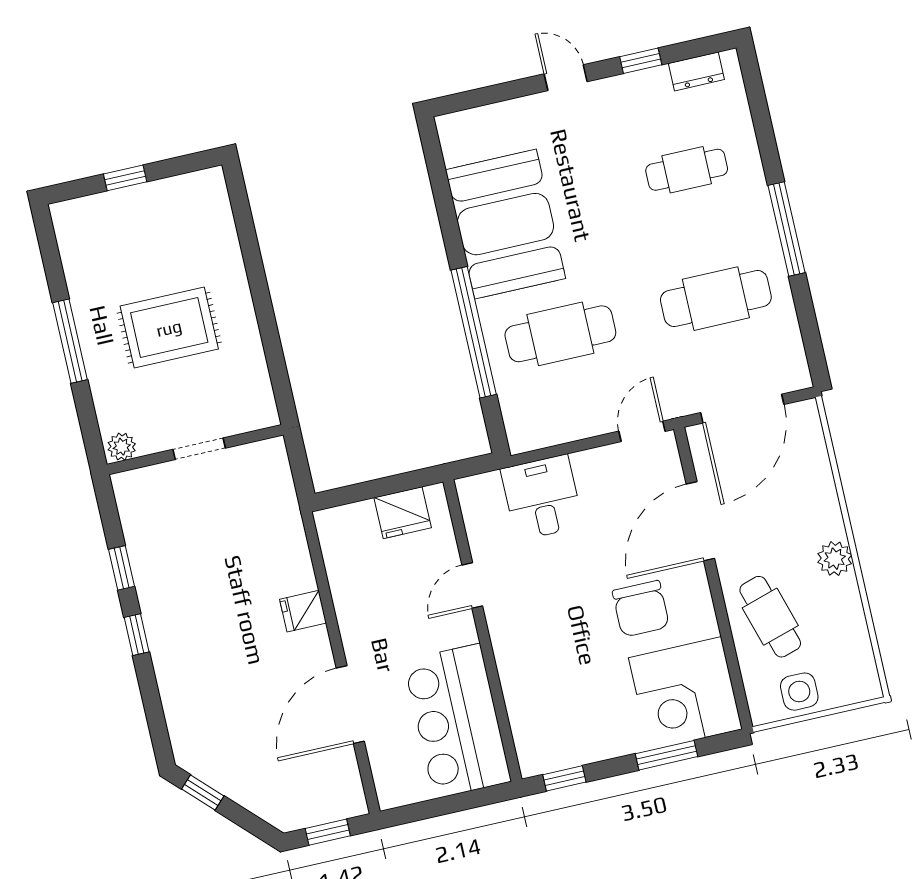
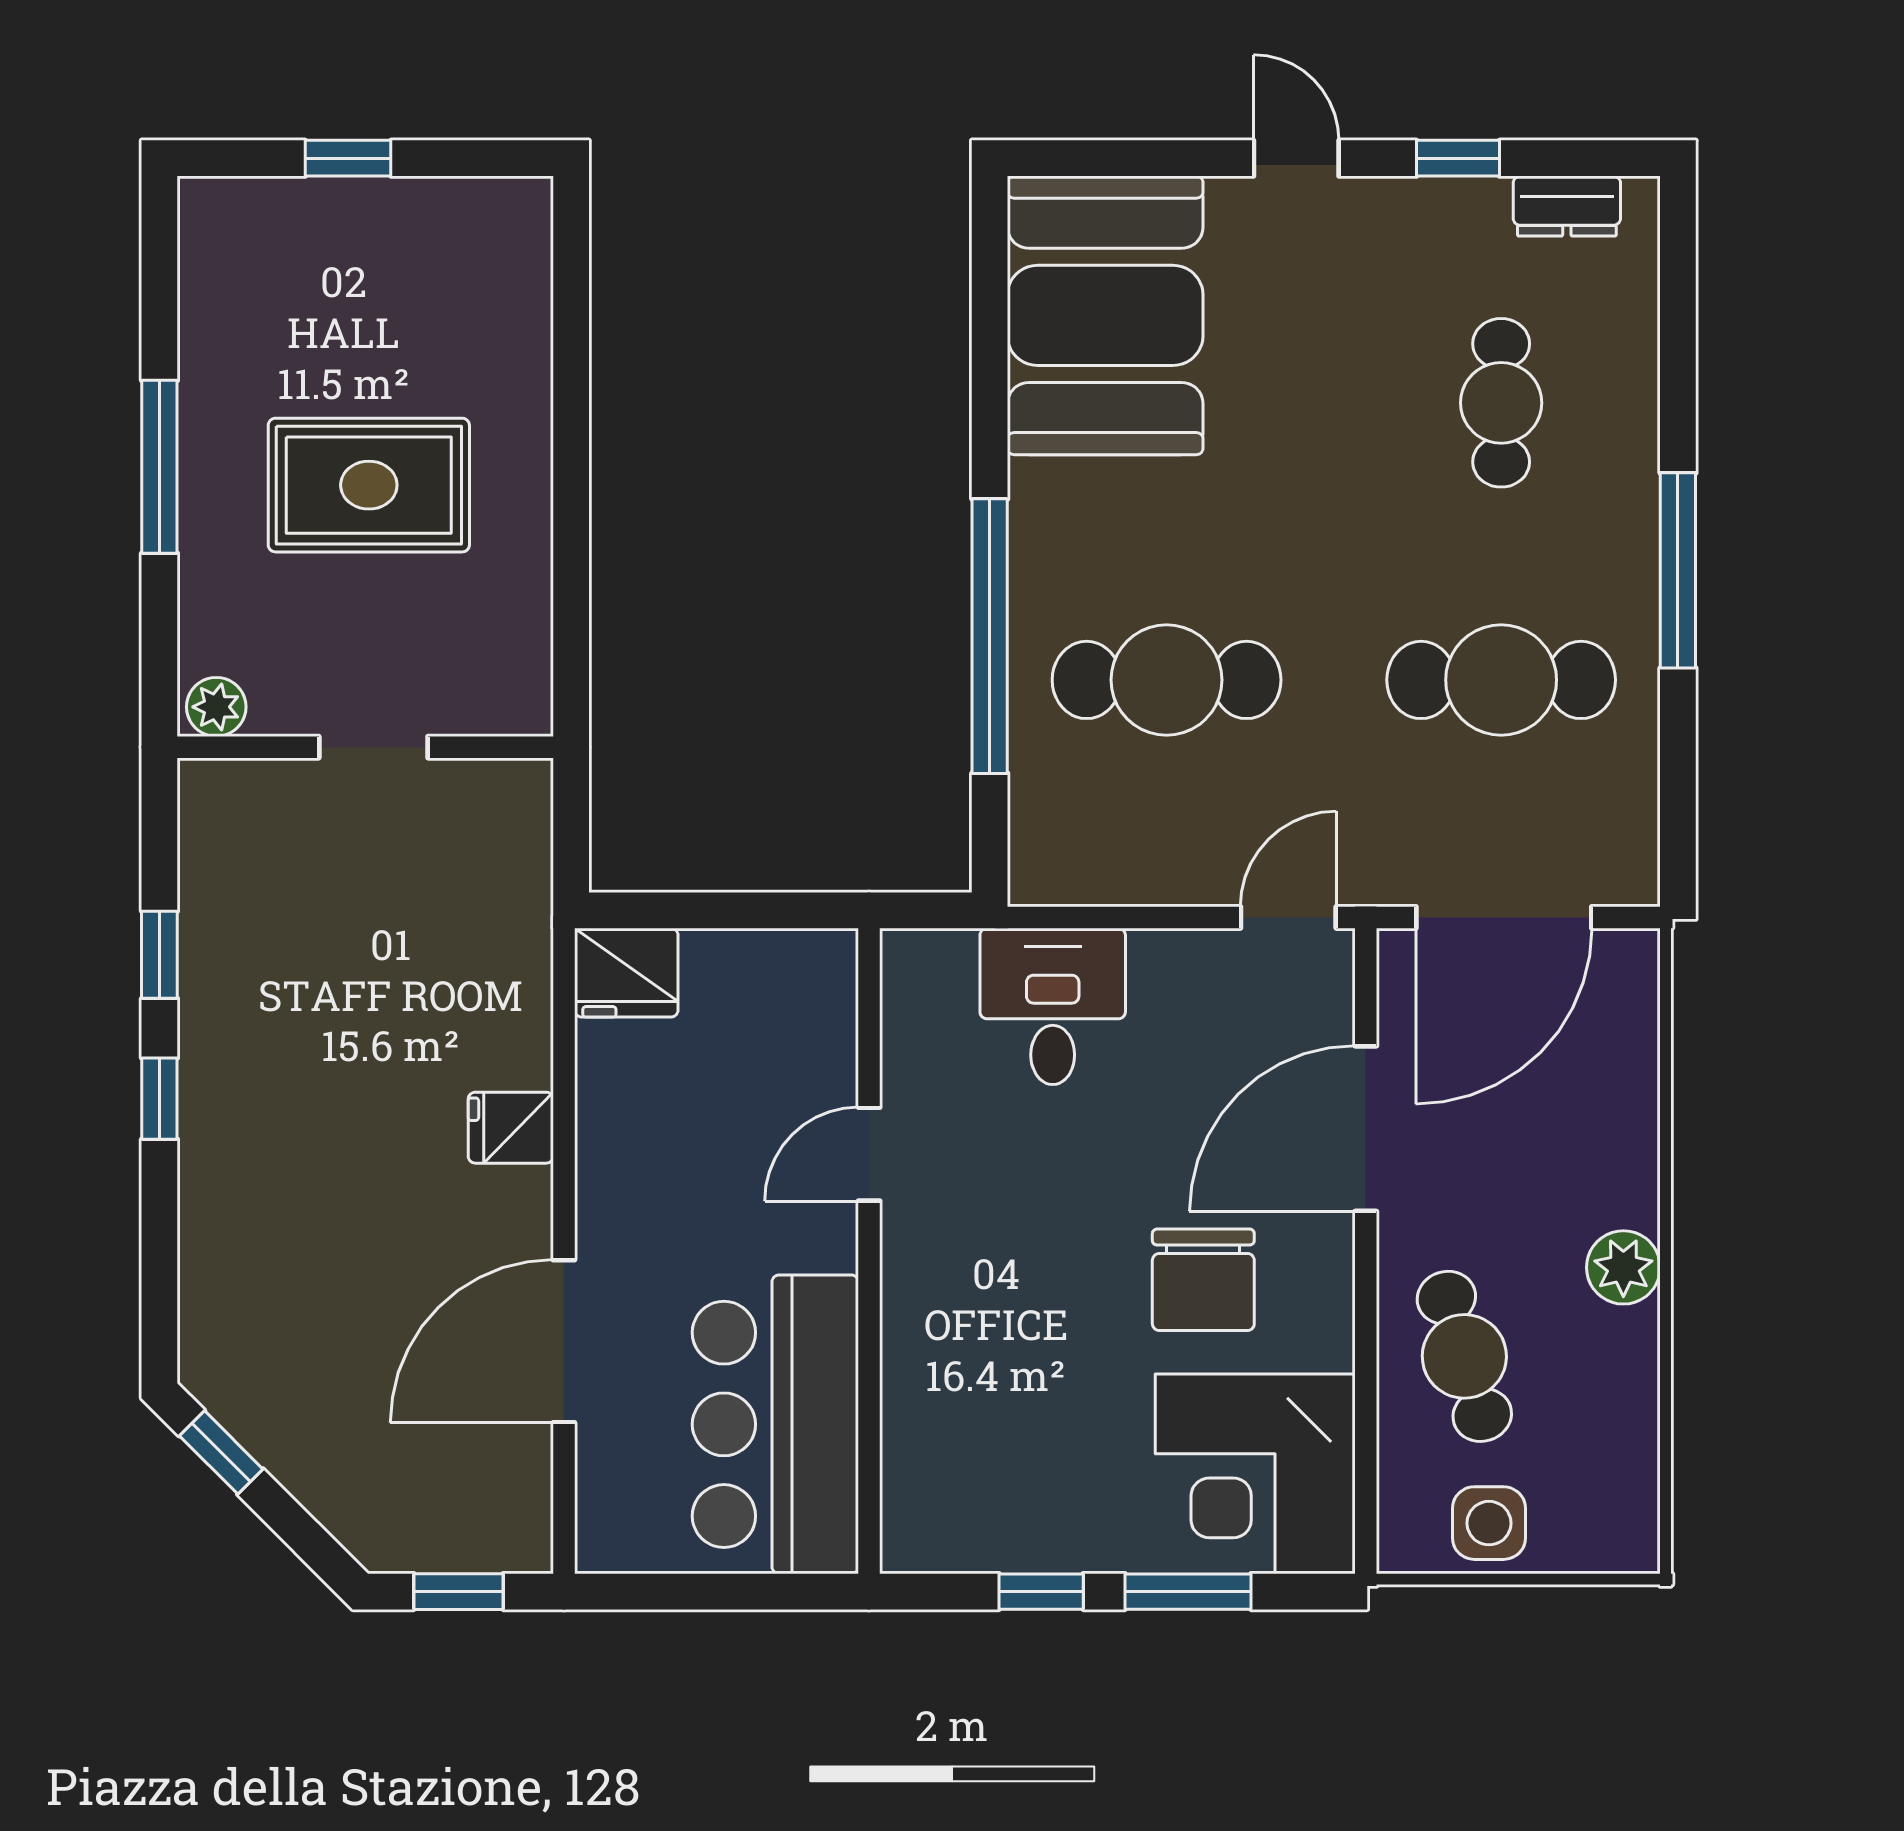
cafe table: (687, 170) -> (1501, 403), turned 90
booth: (506, 224) -> (1105, 315), moved
fridge: (403, 513) -> (626, 973), moved
window: (564, 778) -> (1041, 1592), moved

